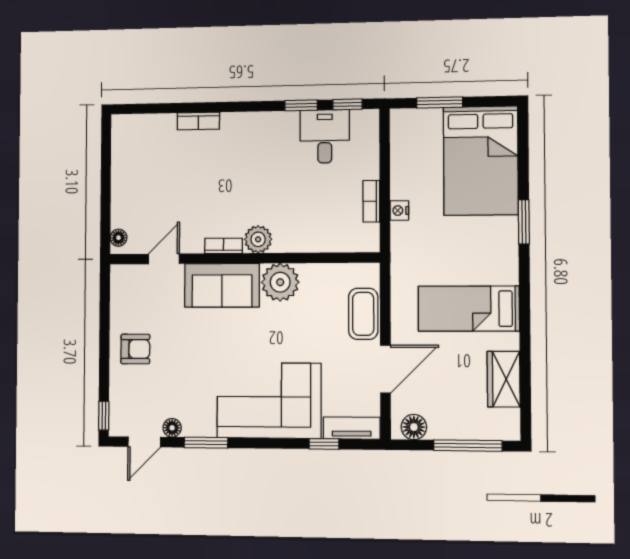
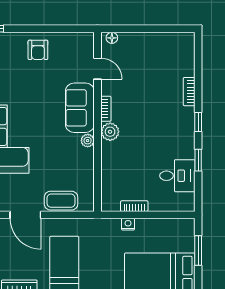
window: (348, 104) -> (198, 122), moved
plant: (280, 282) -> (88, 141), width x0.53, depth x0.53

